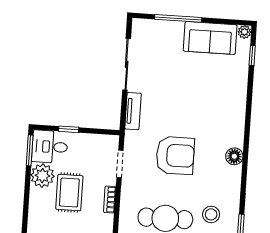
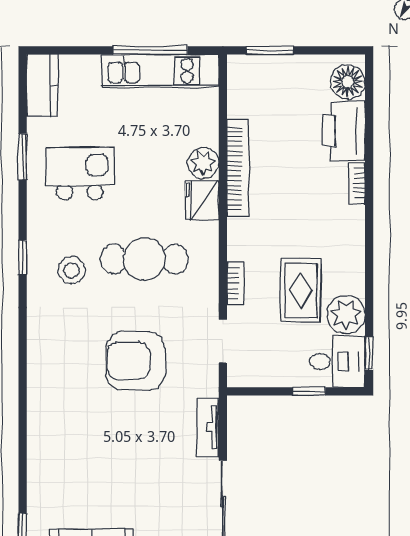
window: (30, 150) -> (369, 353), width x0.67
floor lamp: (234, 156) -> (40, 366), removed

